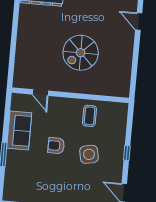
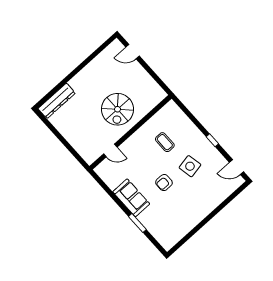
door: (40, 93) -> (110, 151), moved
wall: (70, 95) -> (131, 132), moved

